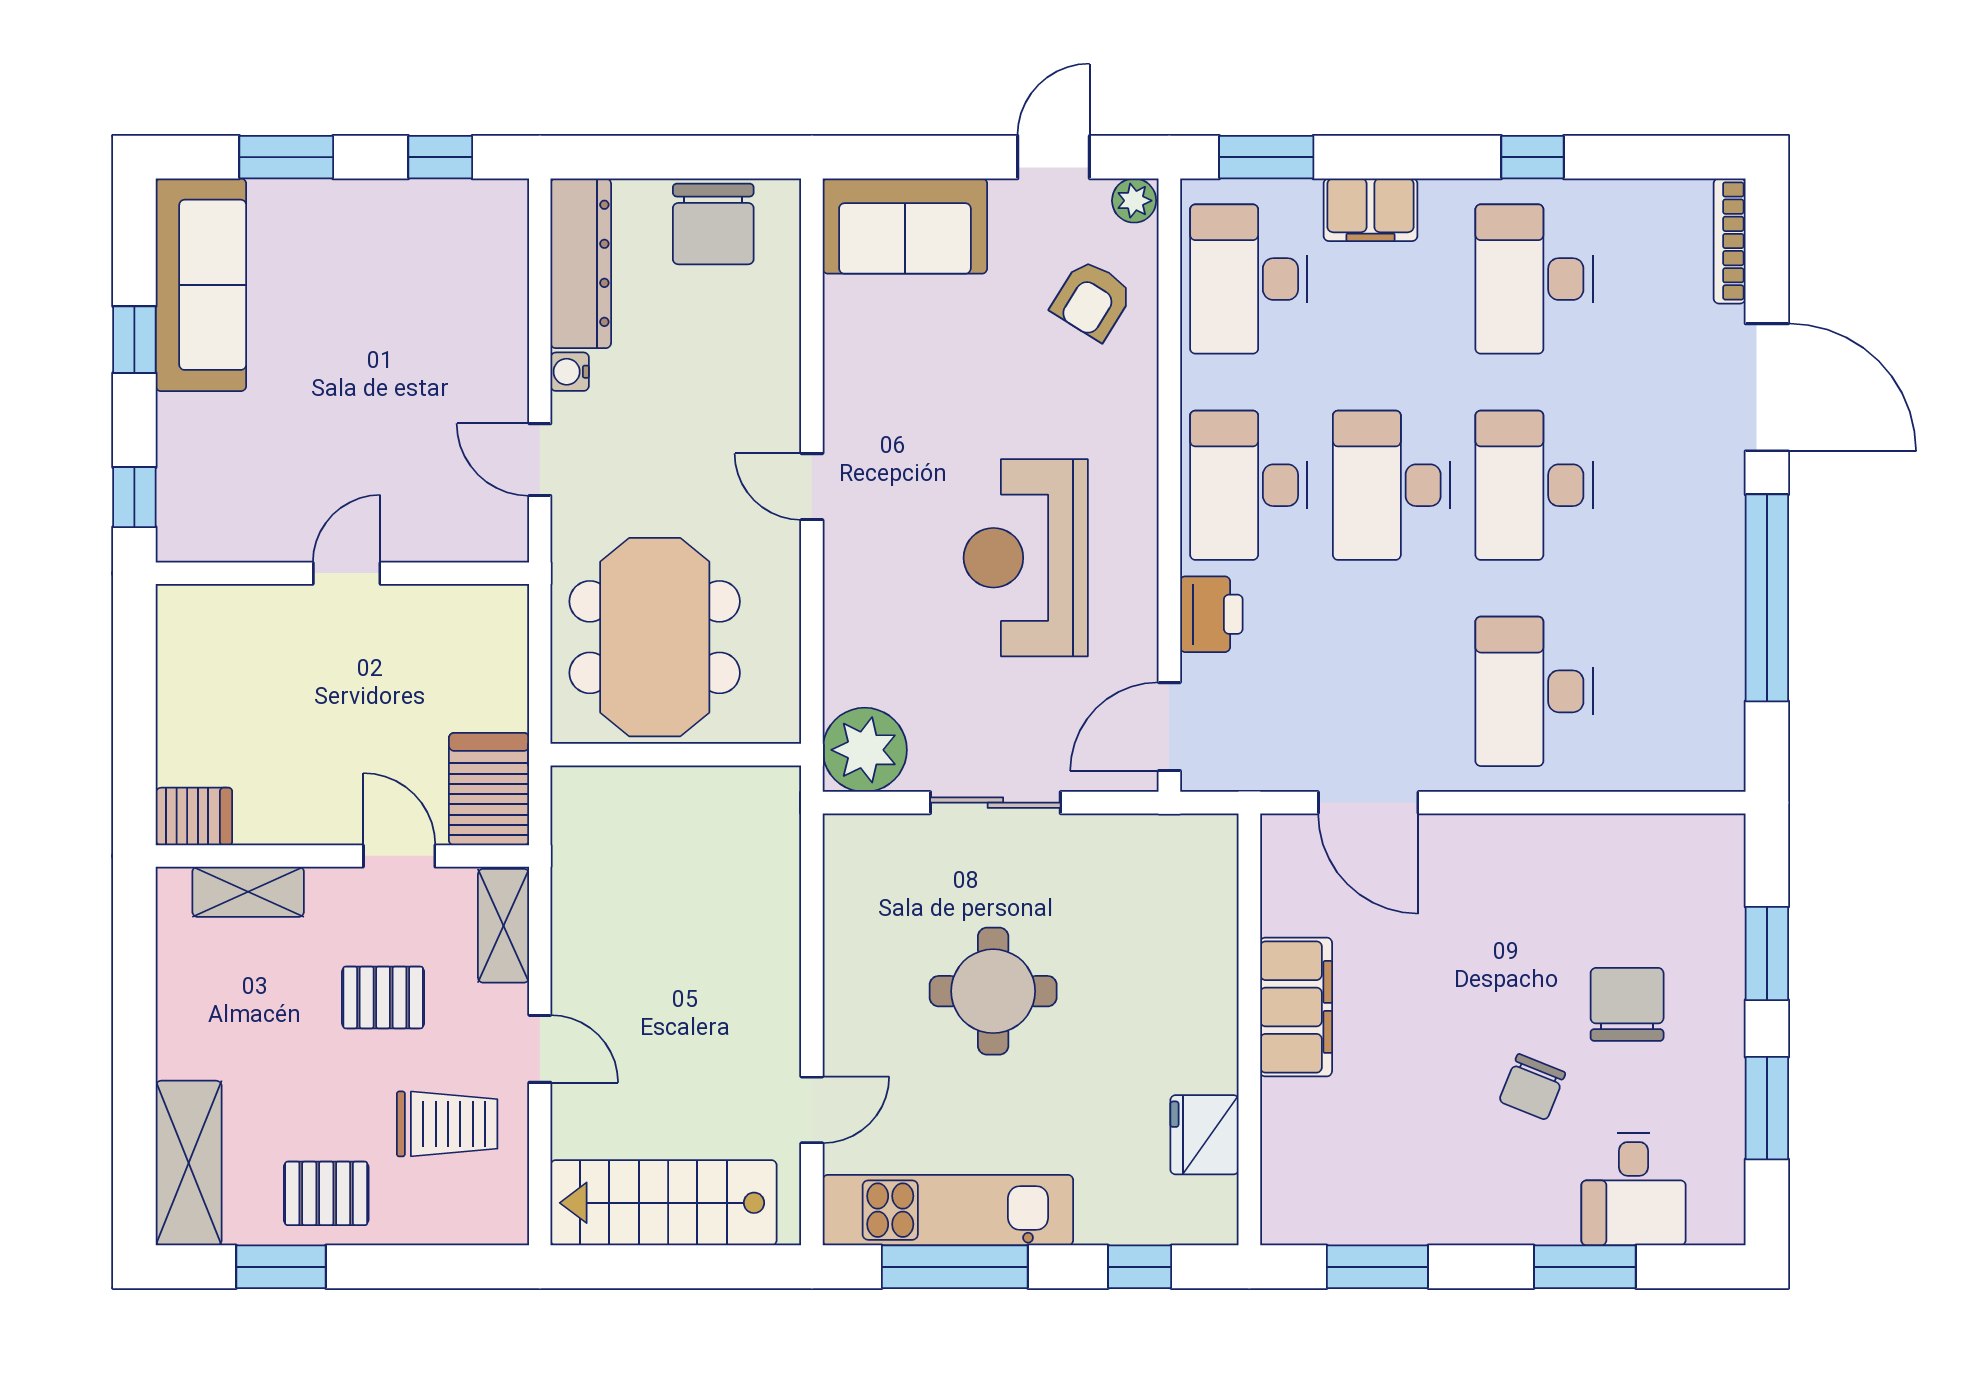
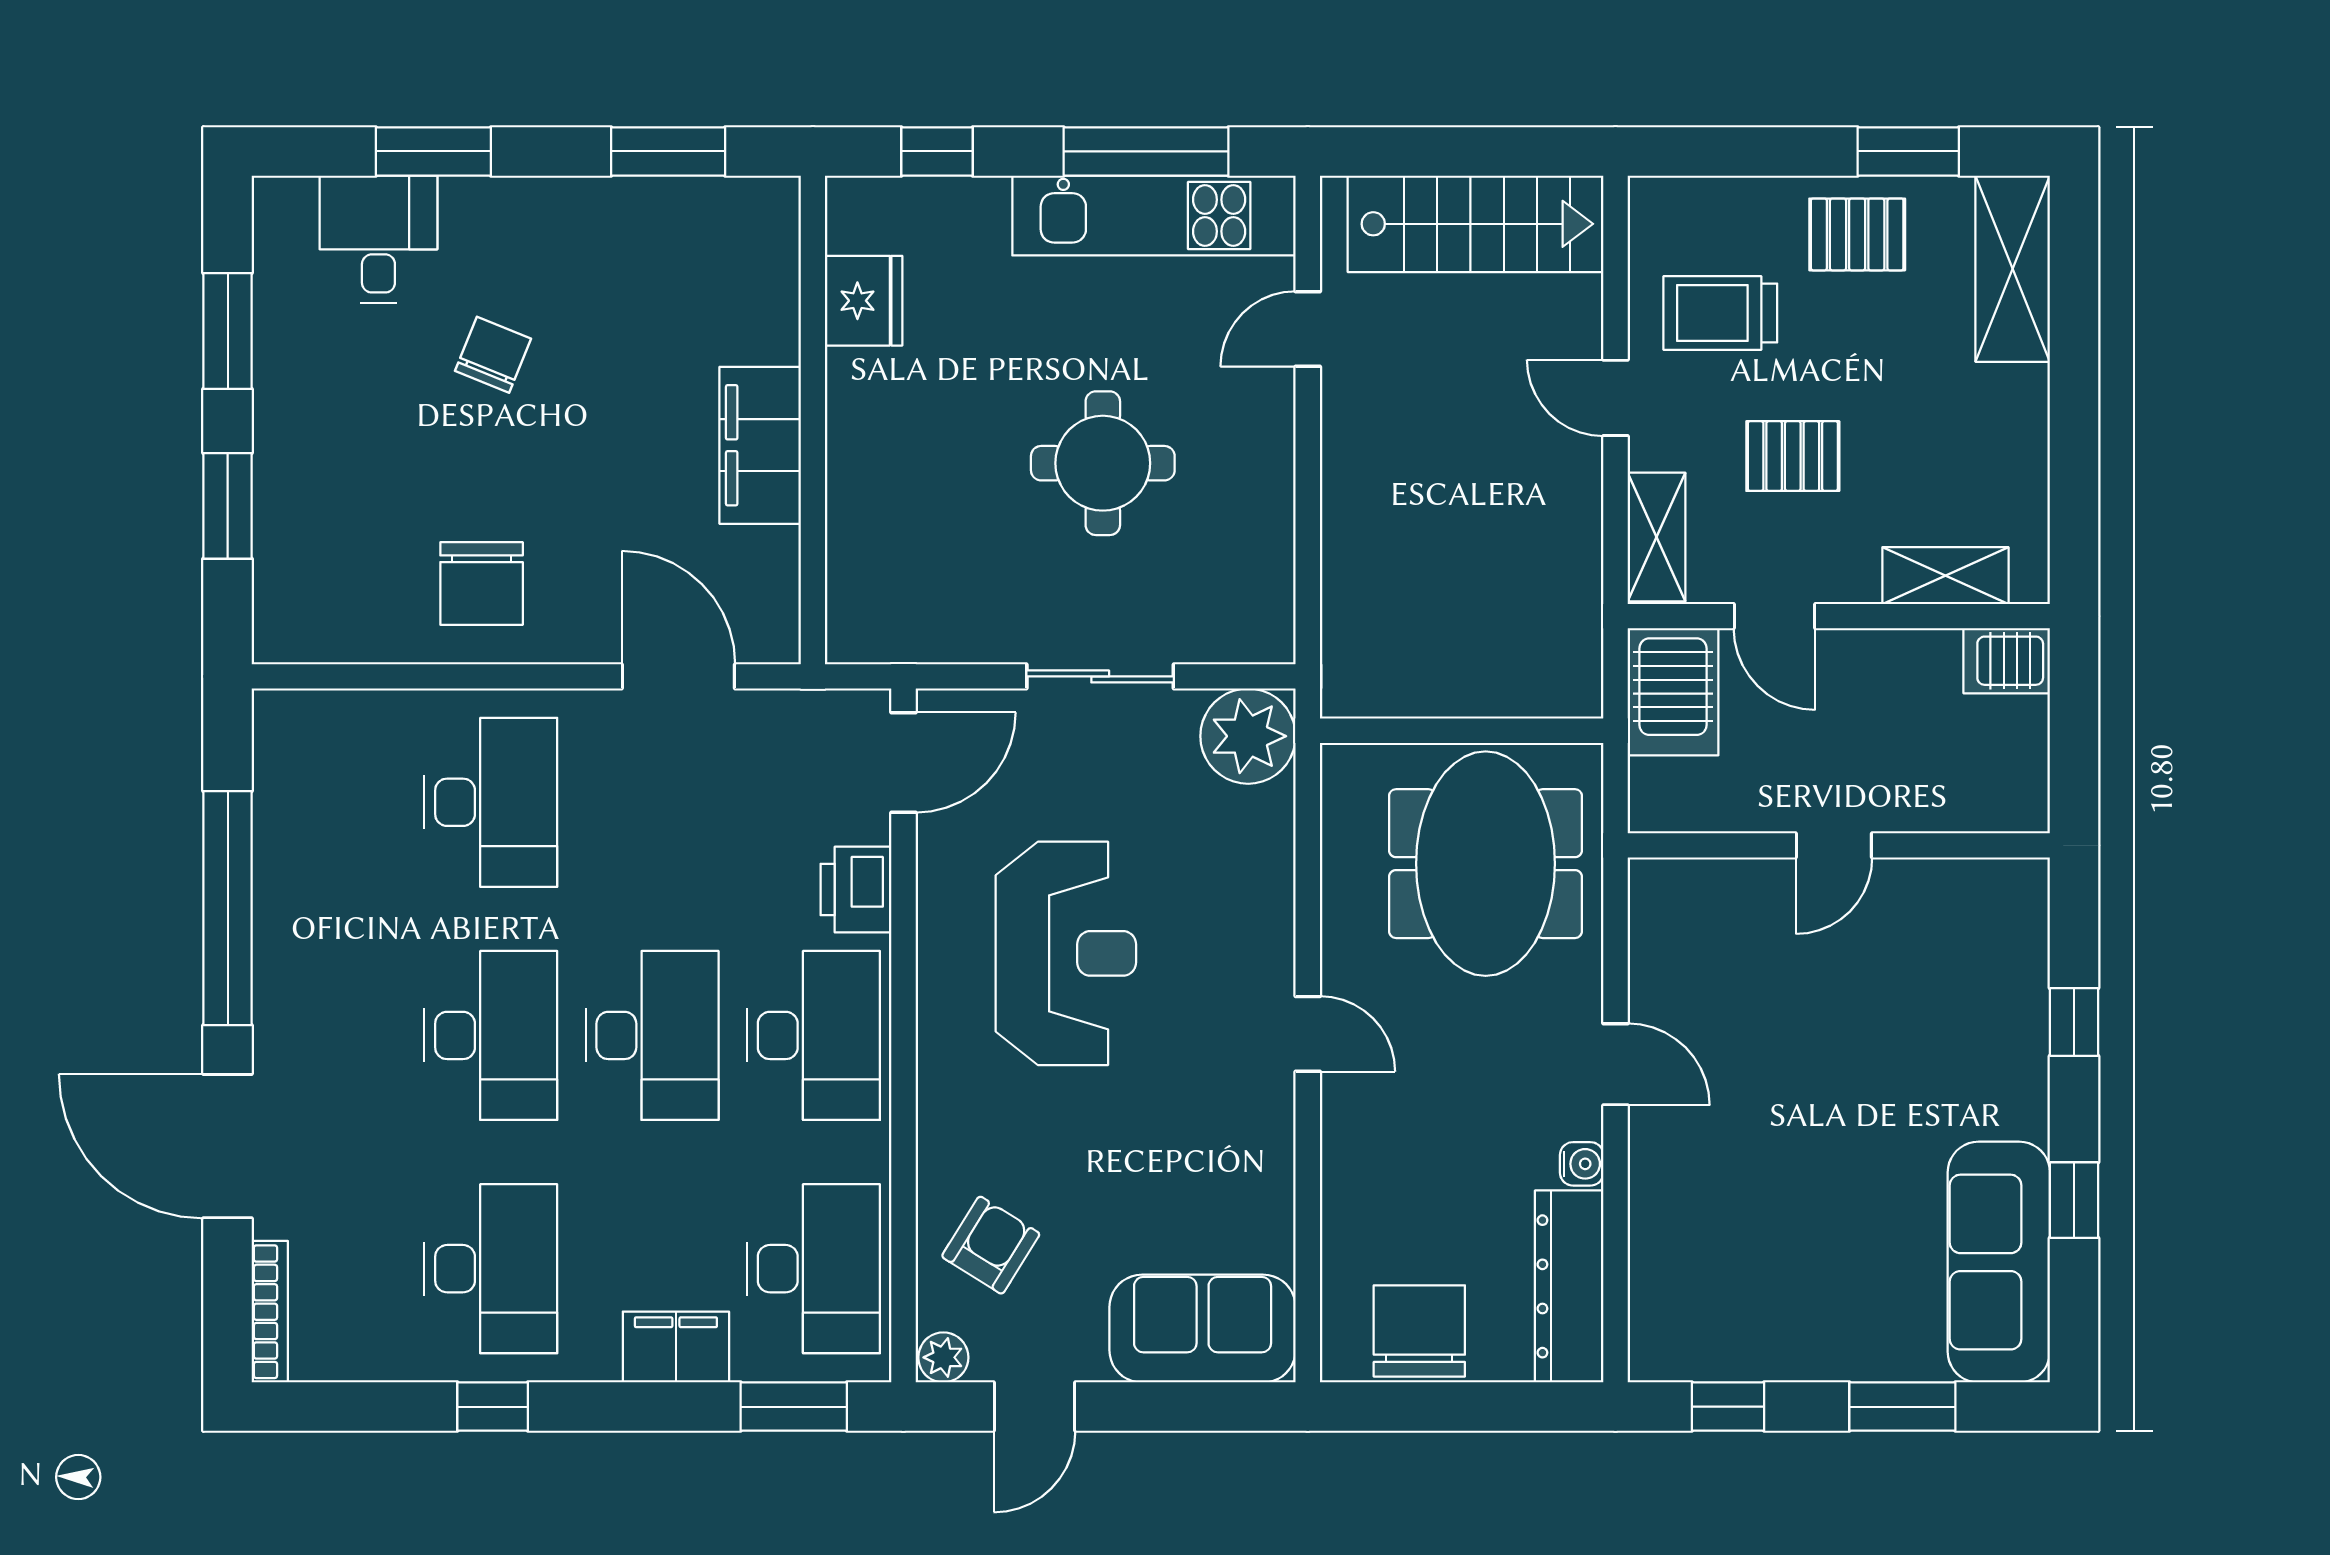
wall: (342, 573) -> (1839, 845), moved
door: (347, 573) -> (1834, 845), moved
chair: (1627, 1004) -> (482, 583), moved

